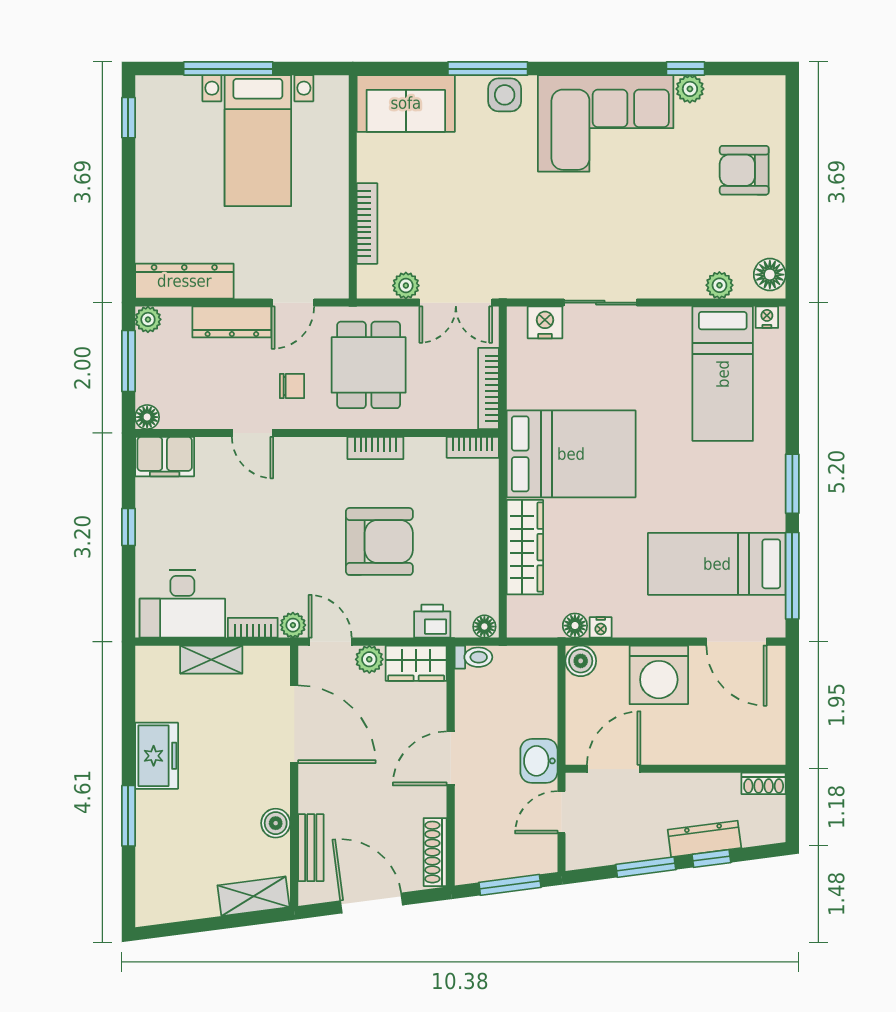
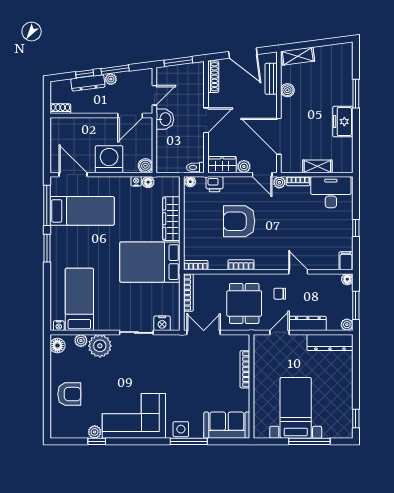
plant: (406, 286) -> (100, 346), moved, width x1.87, depth x1.87
filing cabinet: (165, 457) -> (346, 261), width x0.50
plant: (655, 847) -> (111, 79), added

